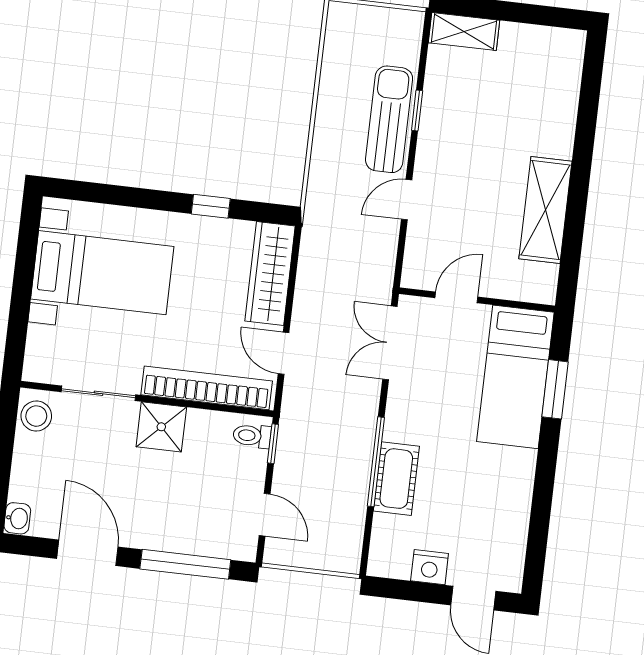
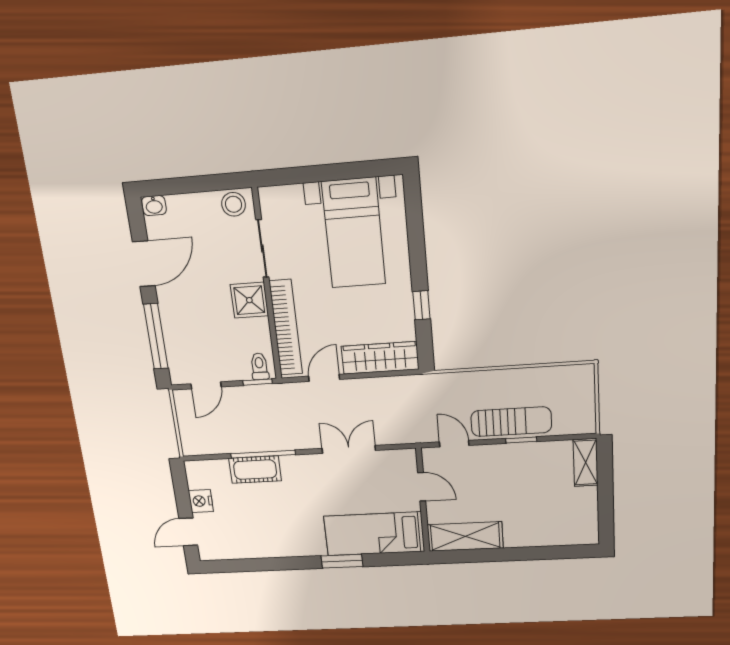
door: (456, 297) -> (422, 487), moved
wall: (477, 300) -> (423, 501), moved
bed: (515, 377) -> (374, 534), moved

